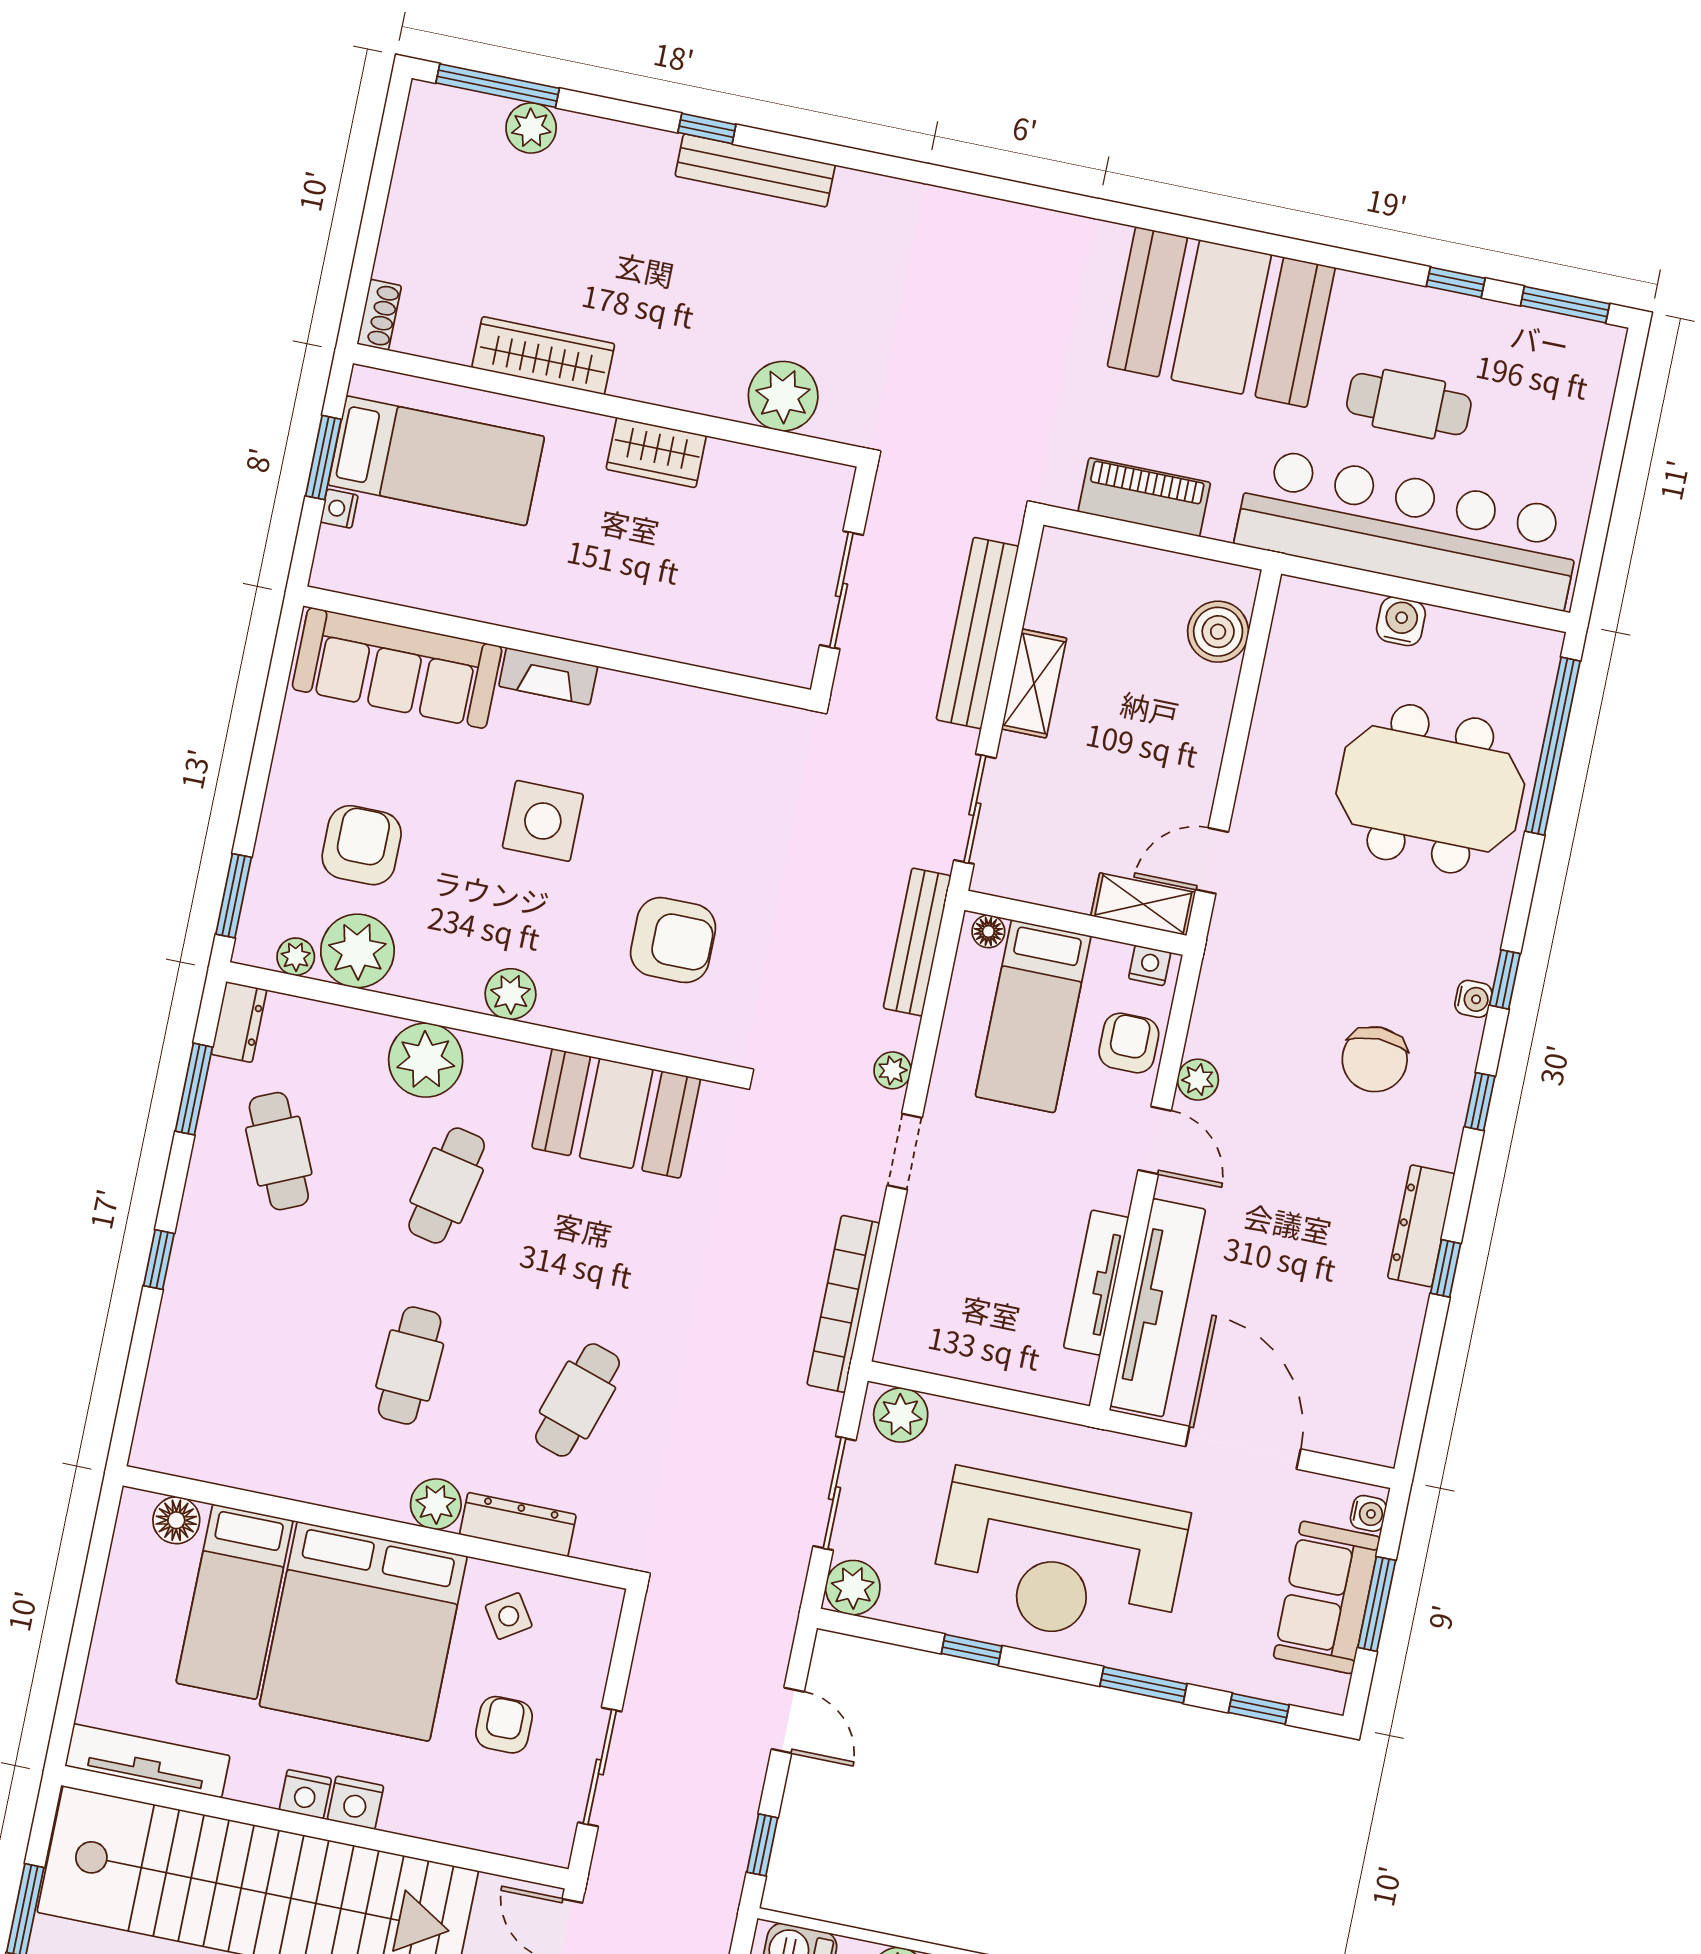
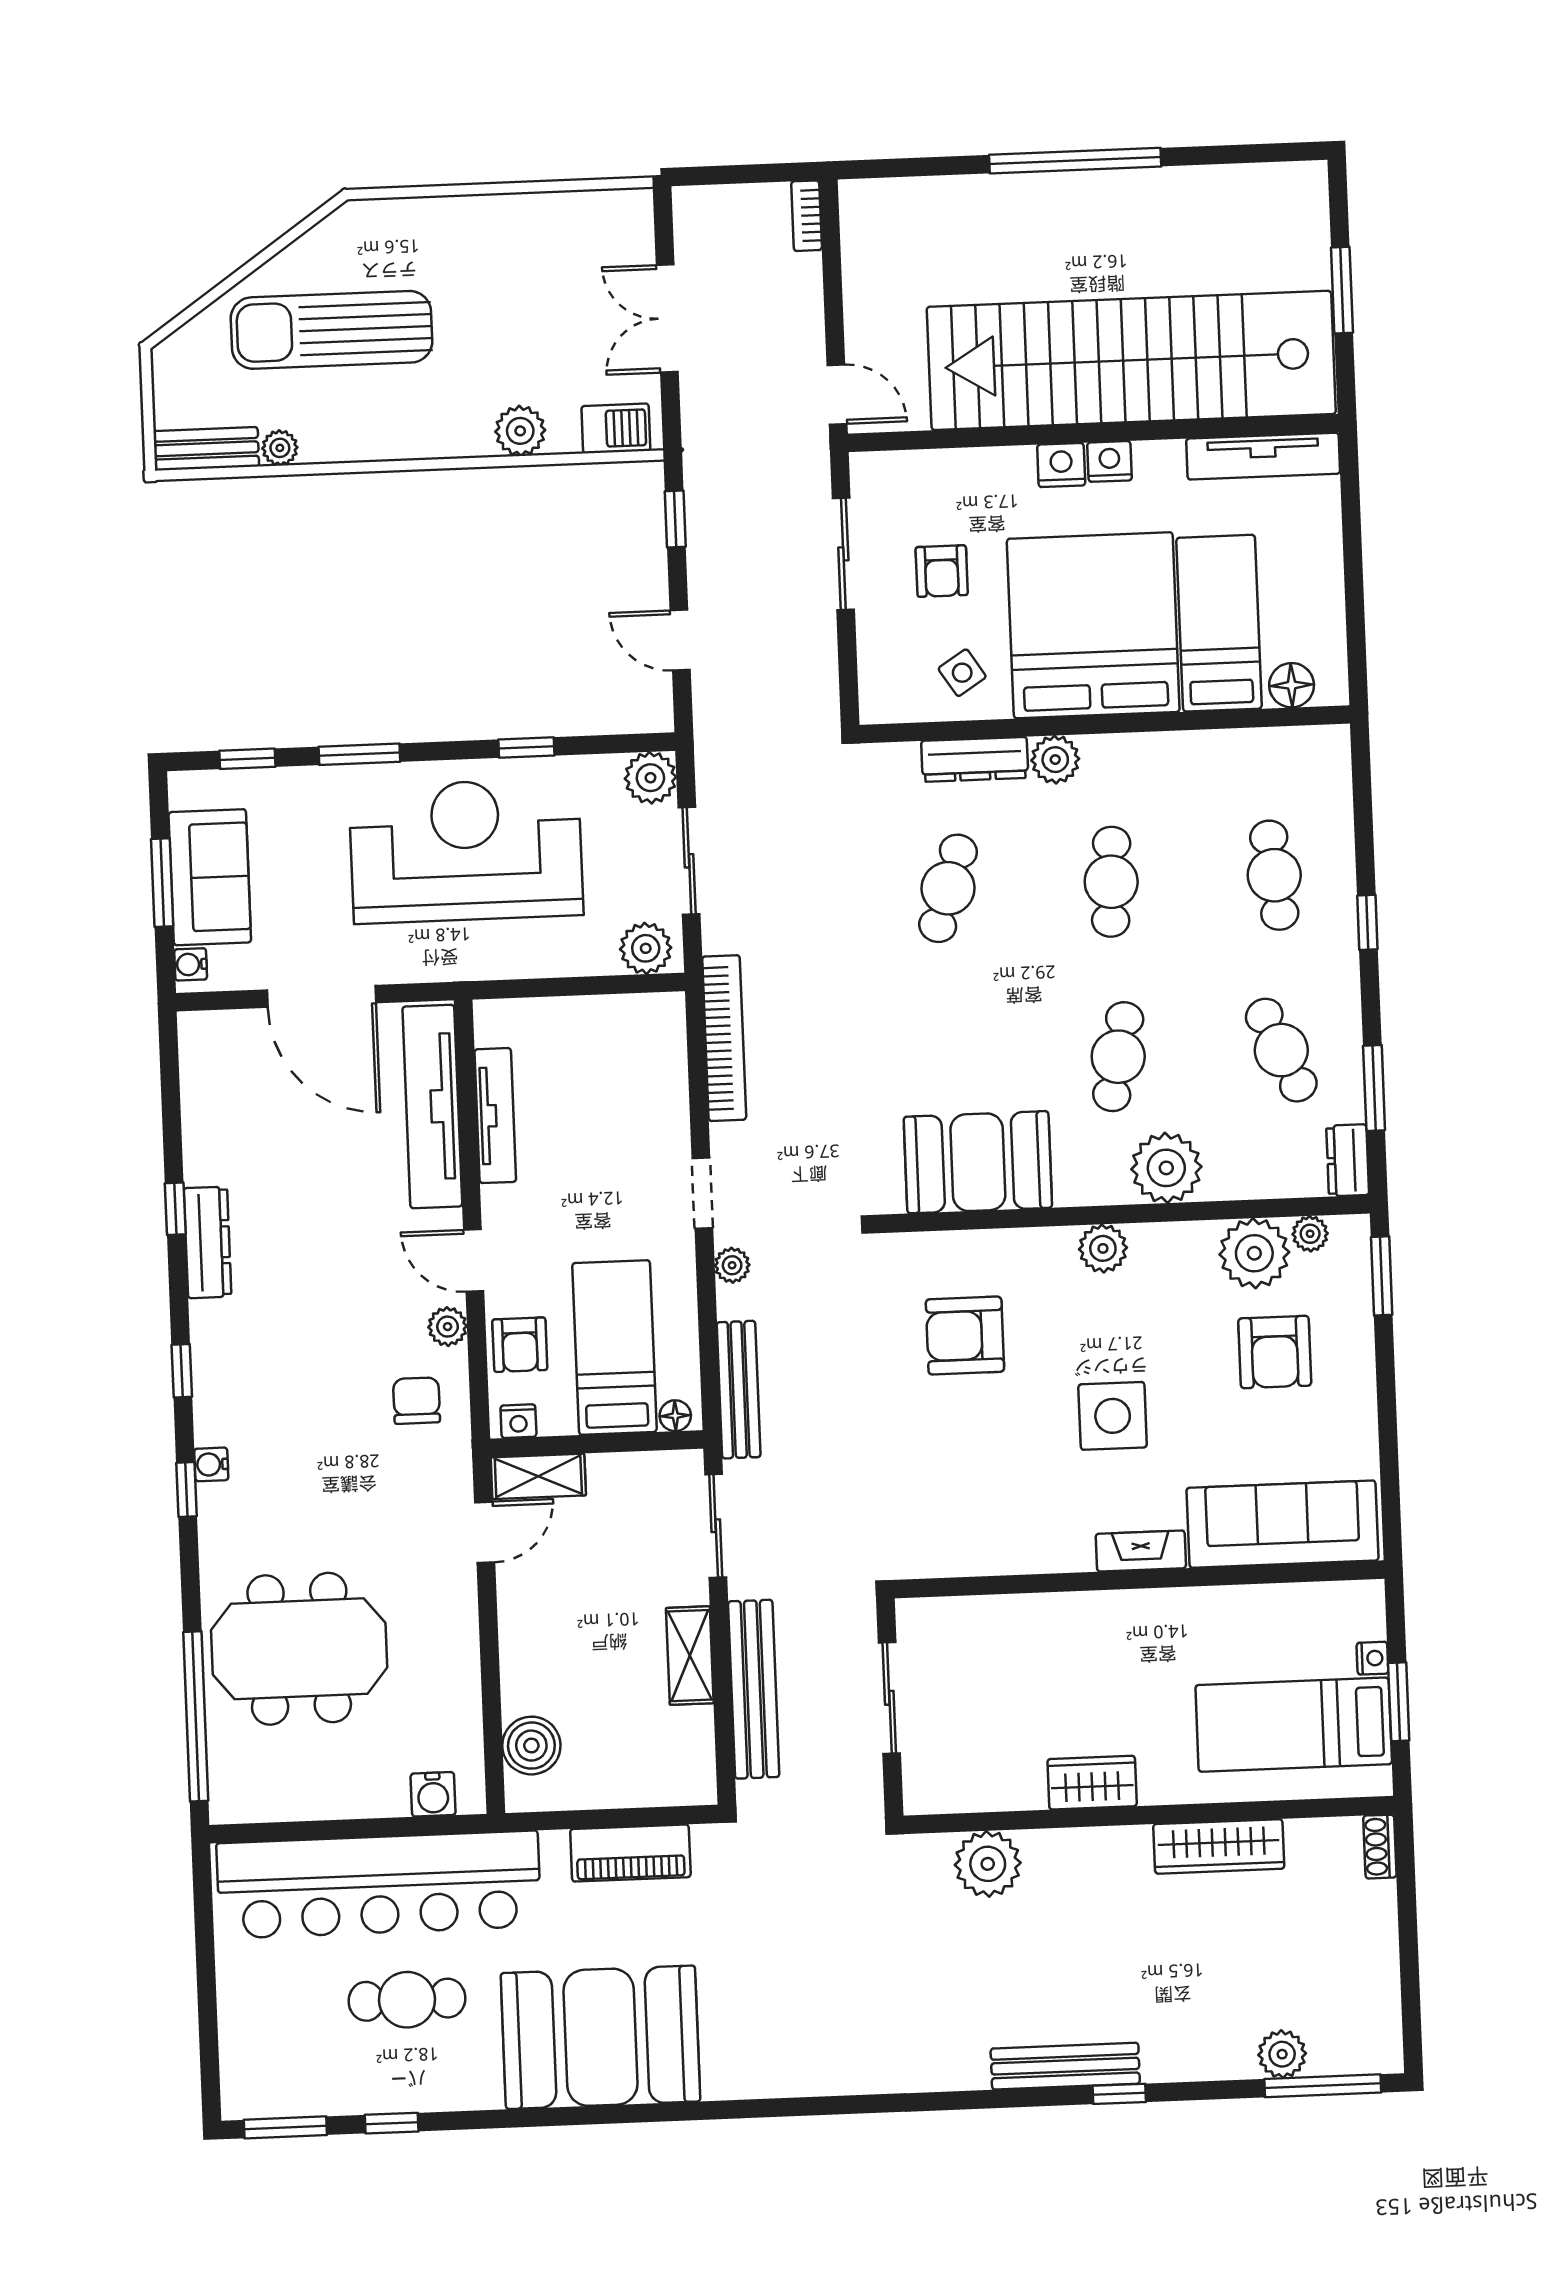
water cooler: (1401, 621) -> (433, 1794), moved
chair: (1375, 1059) -> (417, 1401), moved, width x0.73, depth x0.73
cafe table: (242, 1331) -> (1274, 875), added

